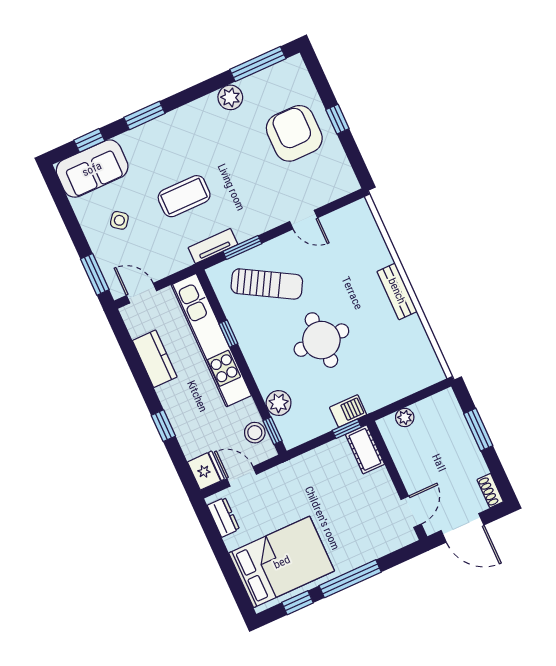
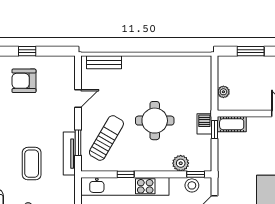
armchair: (294, 133) -> (24, 81), width x0.73, depth x0.73
tv unit: (213, 246) -> (69, 154), width x1.41
bench: (397, 291) -> (104, 62), moved

